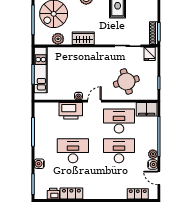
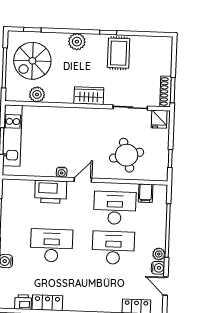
wardrobe: (83, 38) -> (89, 96), moved
filing cabinet: (147, 109) -> (146, 193), width x0.50

